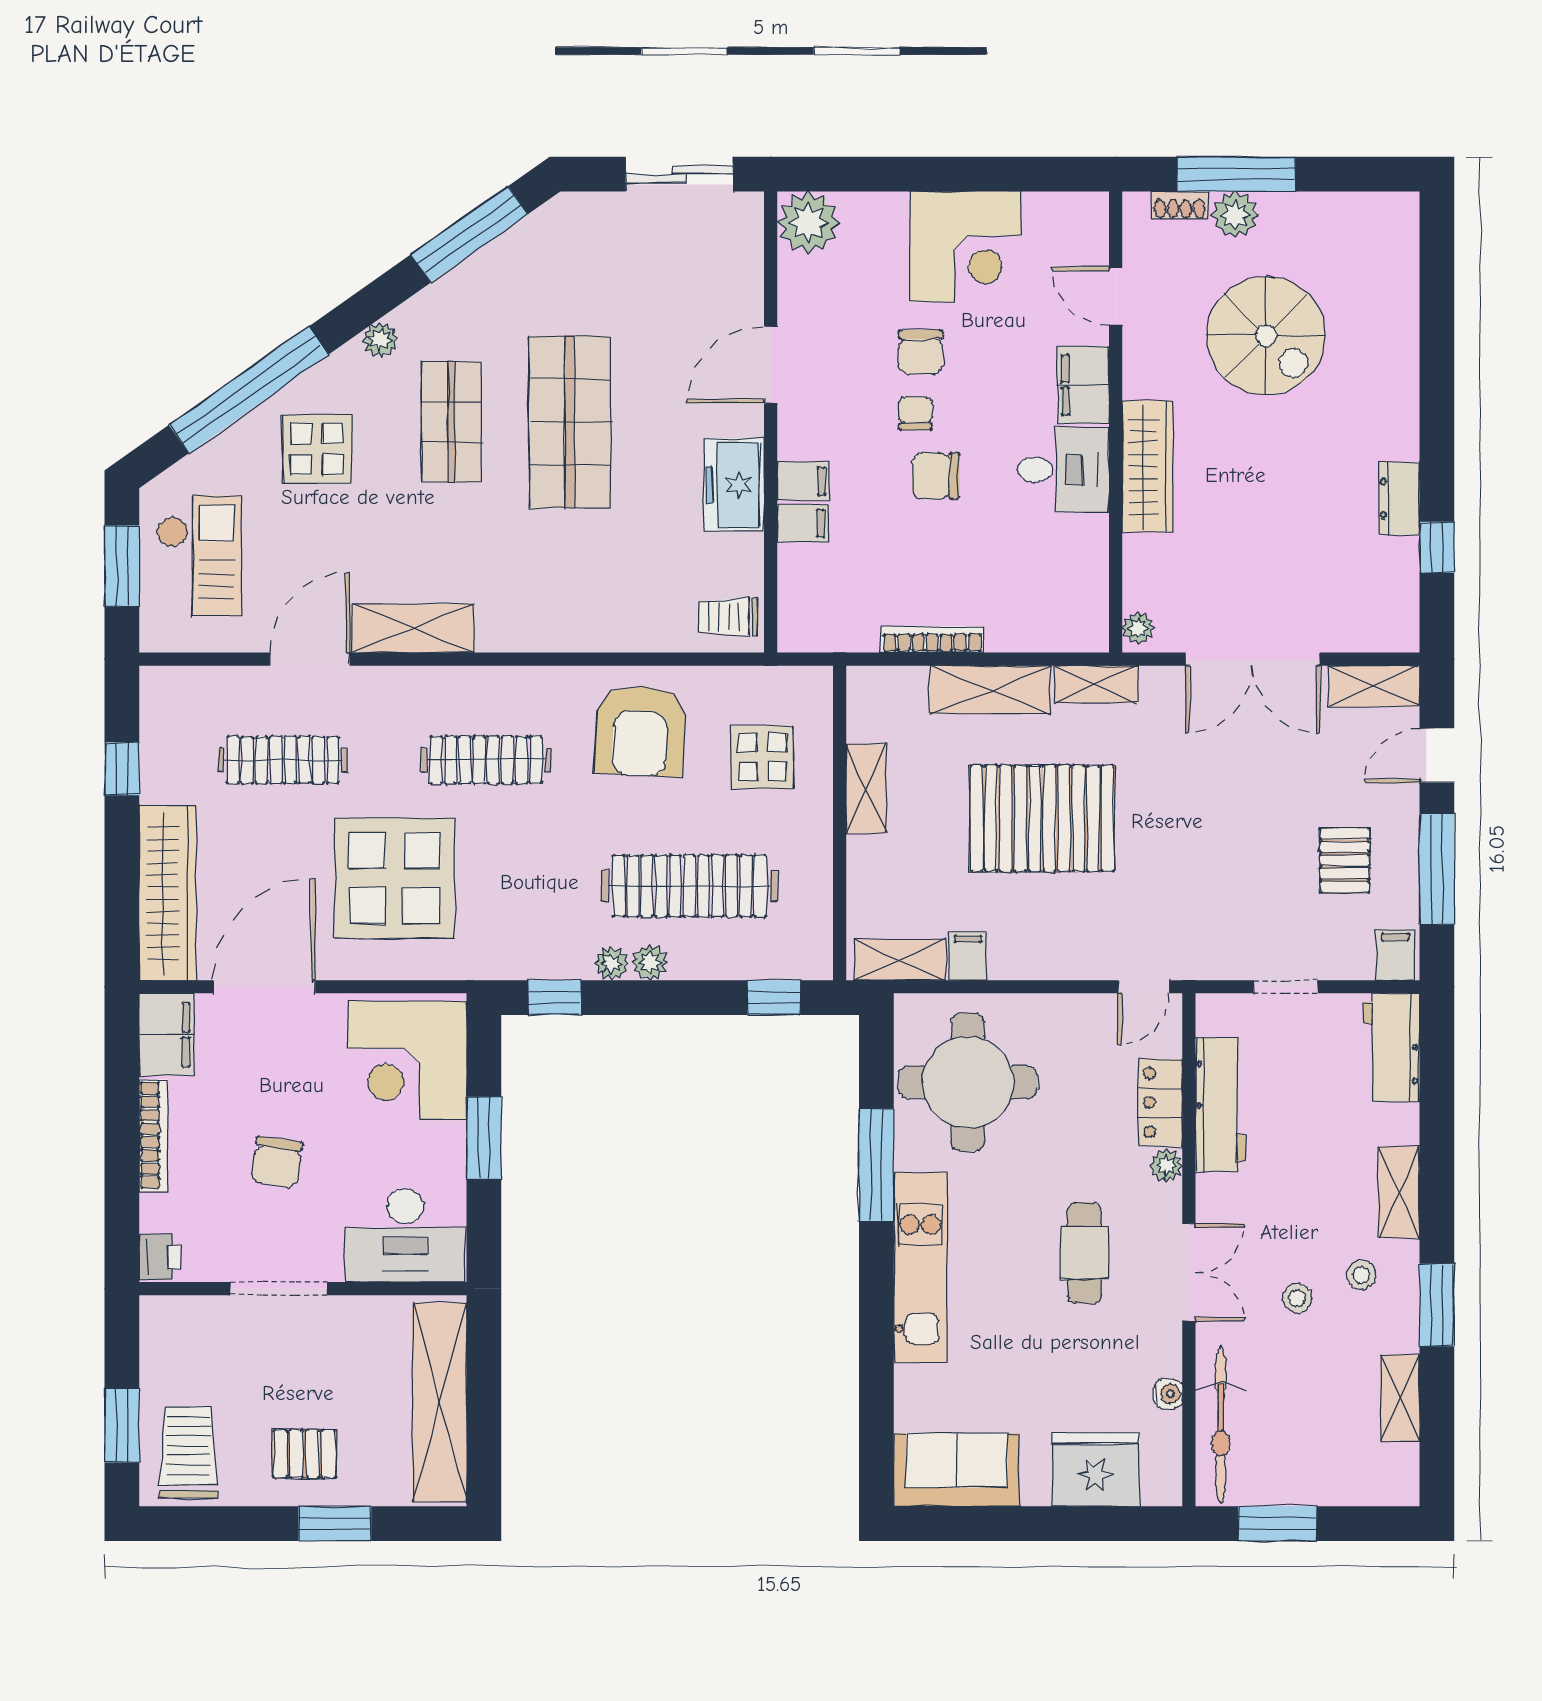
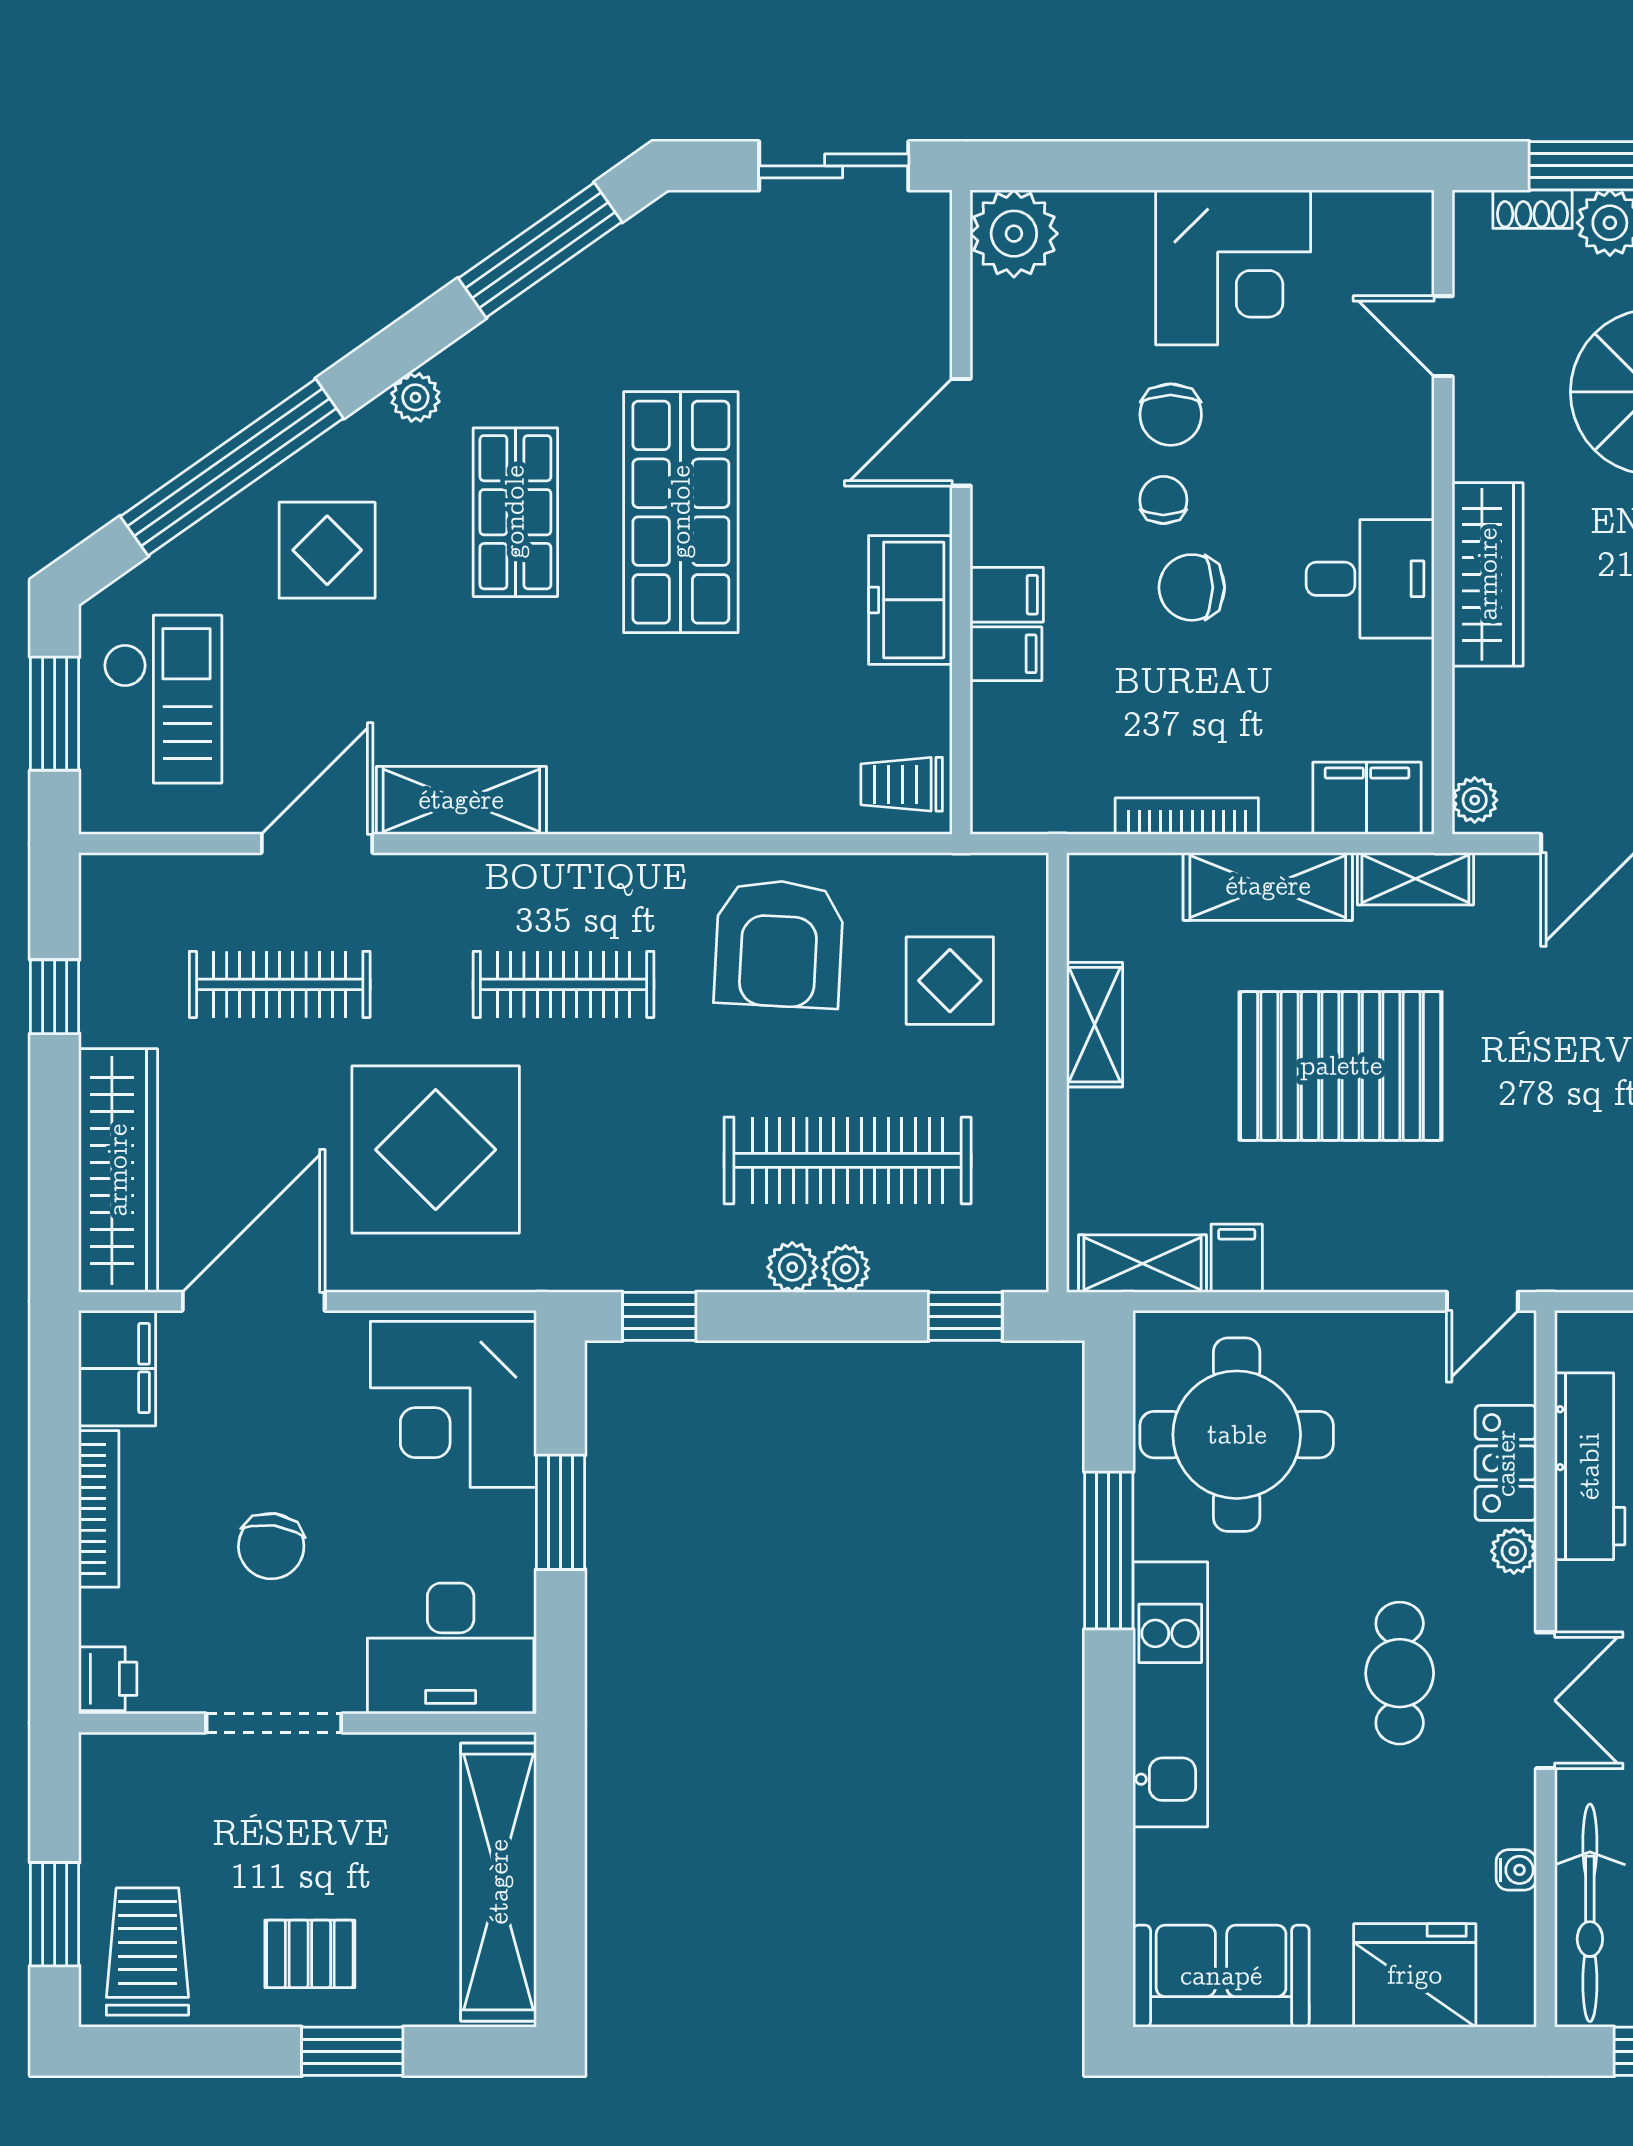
filing cabinet: (1083, 385) -> (1367, 798), moved, turned 90
plant: (612, 963) -> (846, 1269), moved

